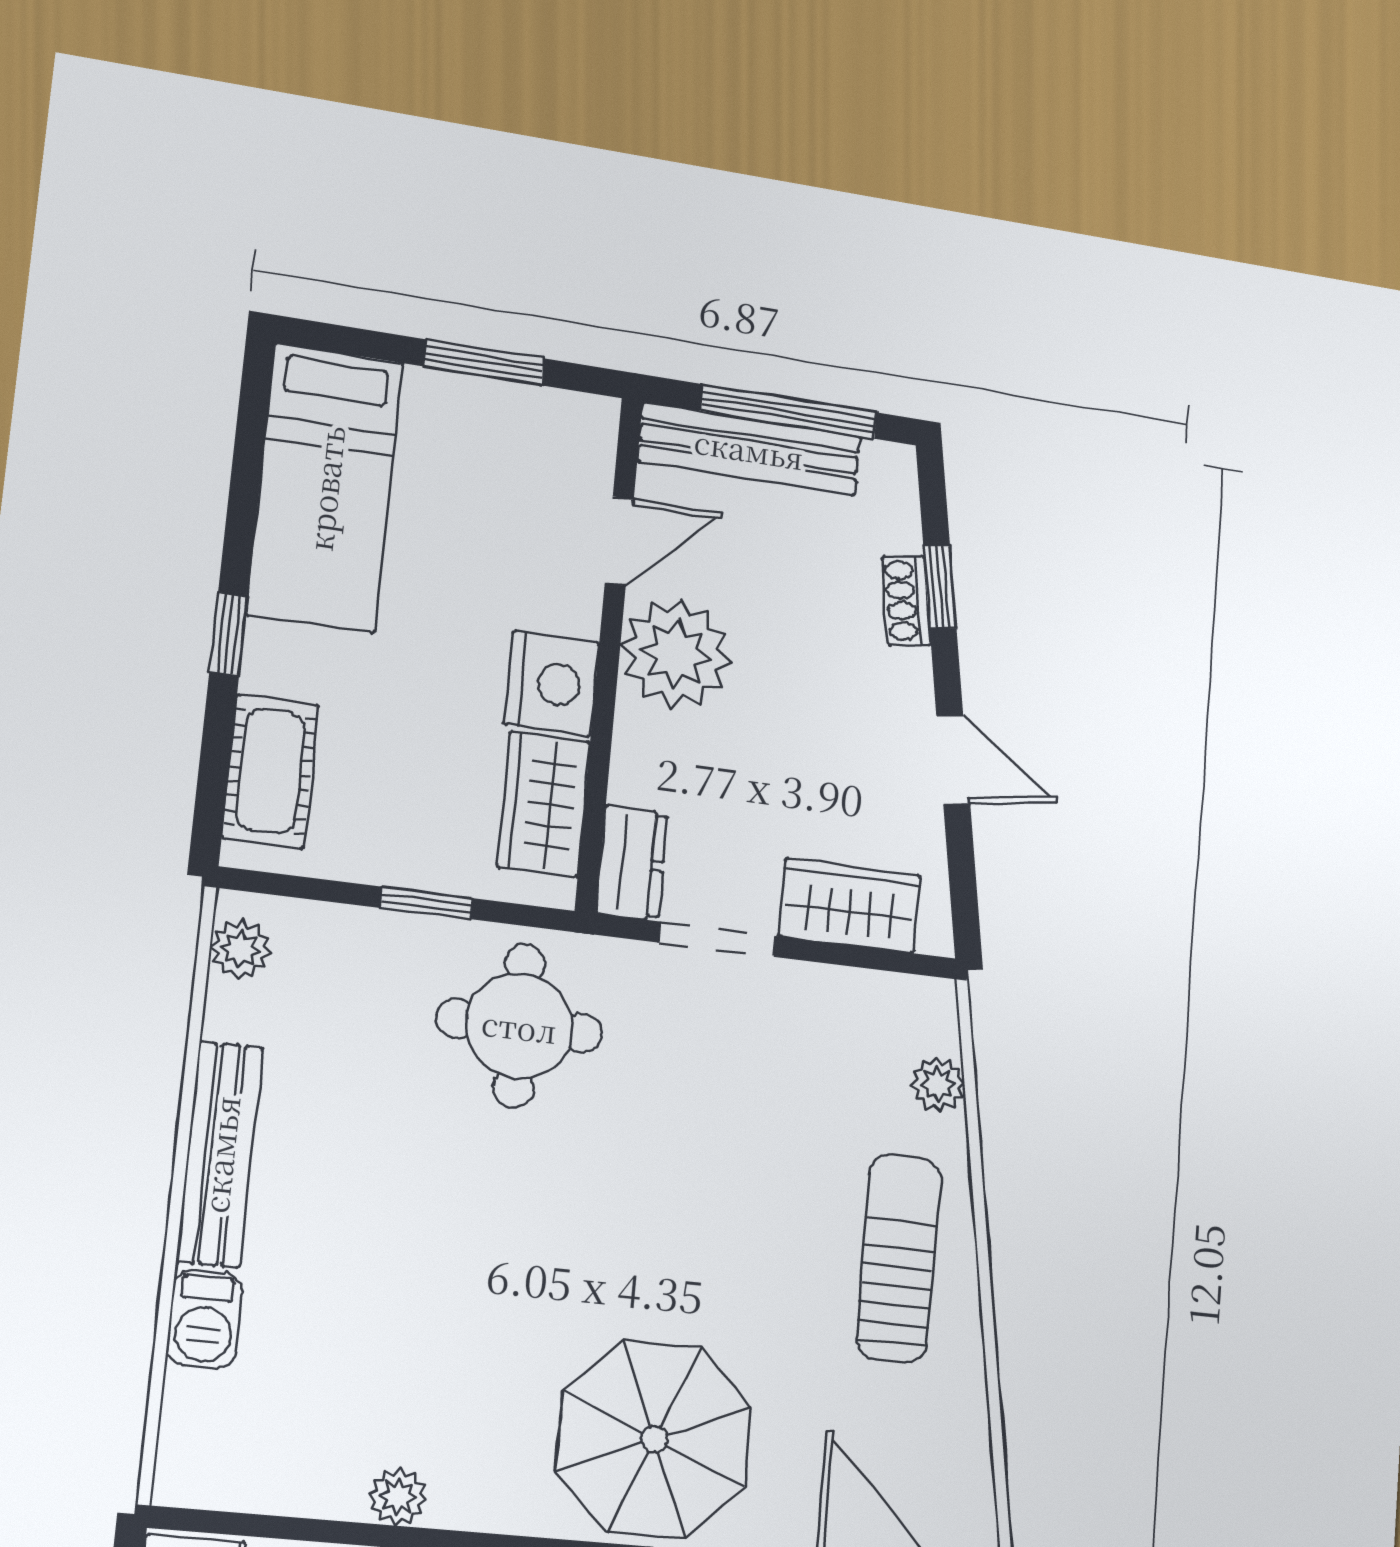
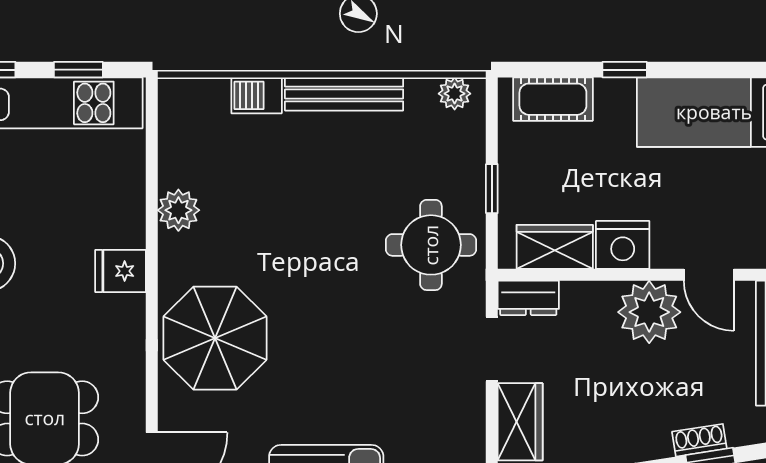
plant: (398, 1497) -> (178, 210), width x1.38, depth x1.38

